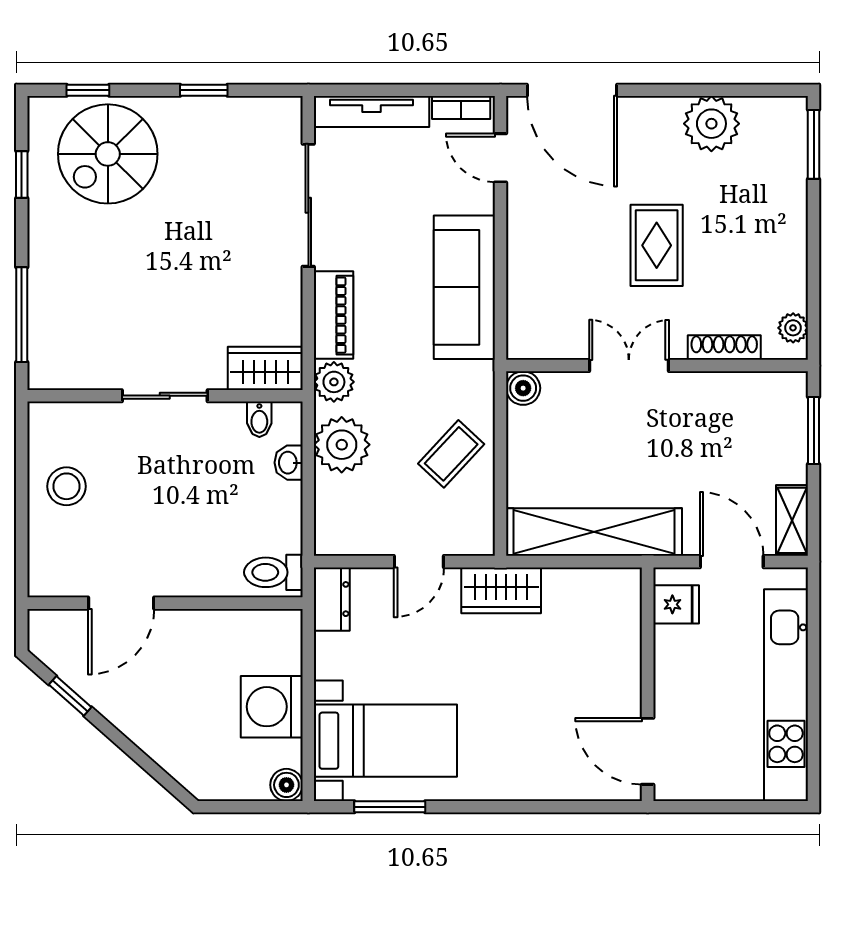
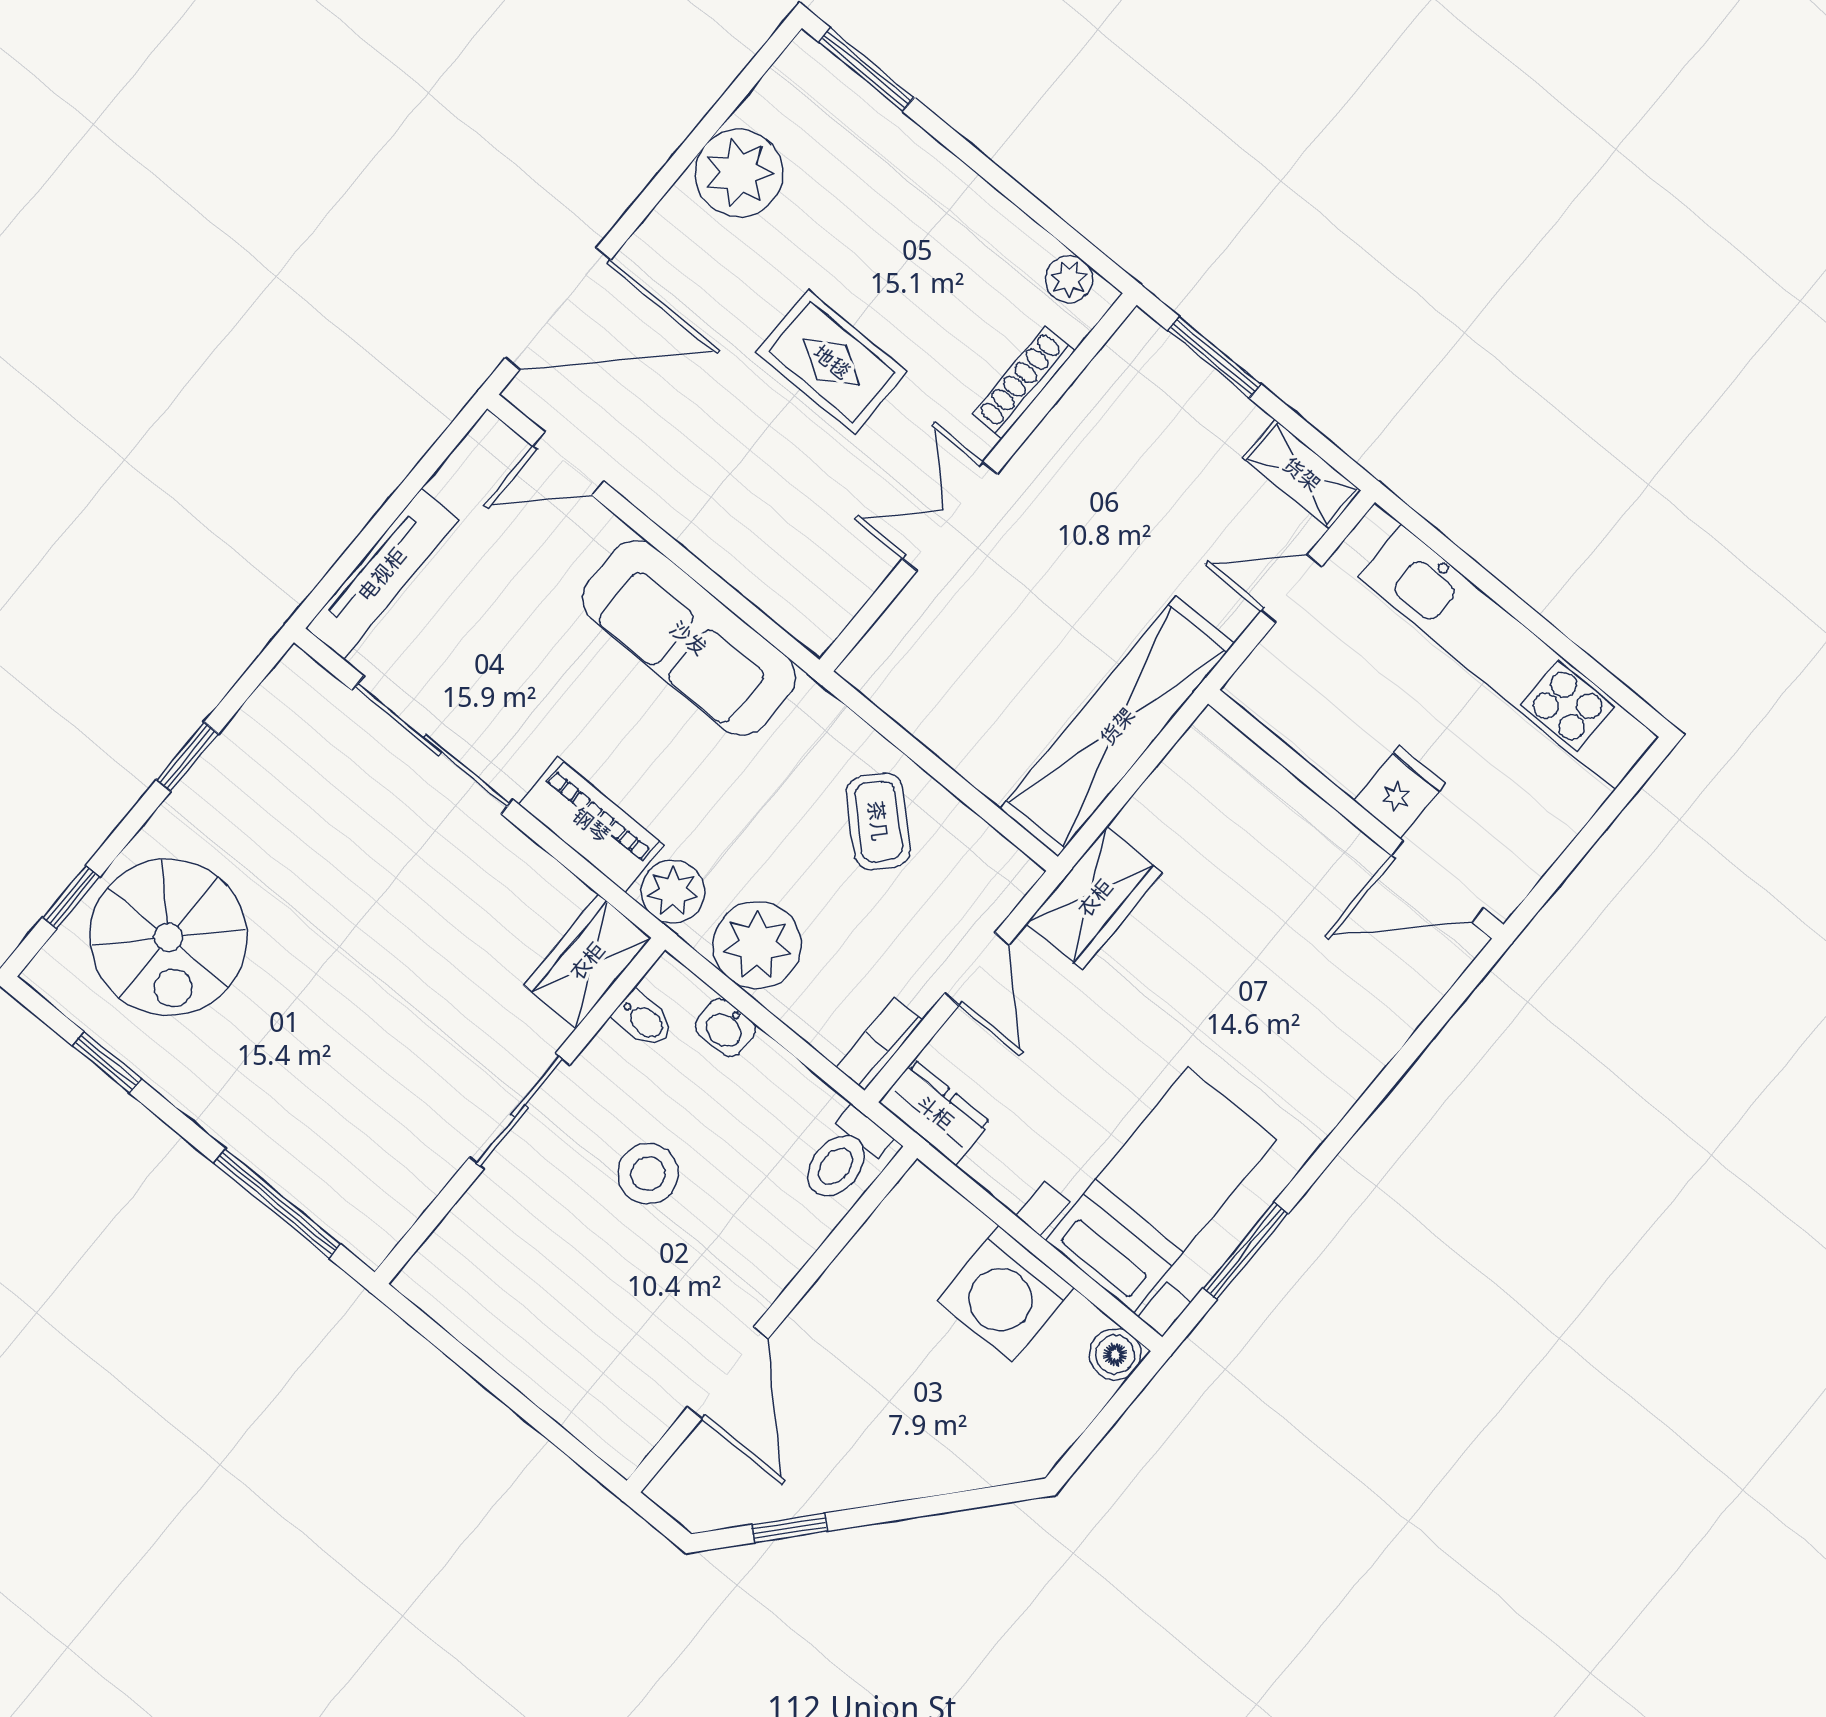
bookcase: (461, 108) -> (880, 1044), moved, turned 180
boiler: (523, 388) -> (871, 668), removed
stool: (67, 486) -> (648, 1174), moved
door: (732, 562) -> (1291, 589), width x0.73
fridge: (676, 604) -> (1400, 792), moved

